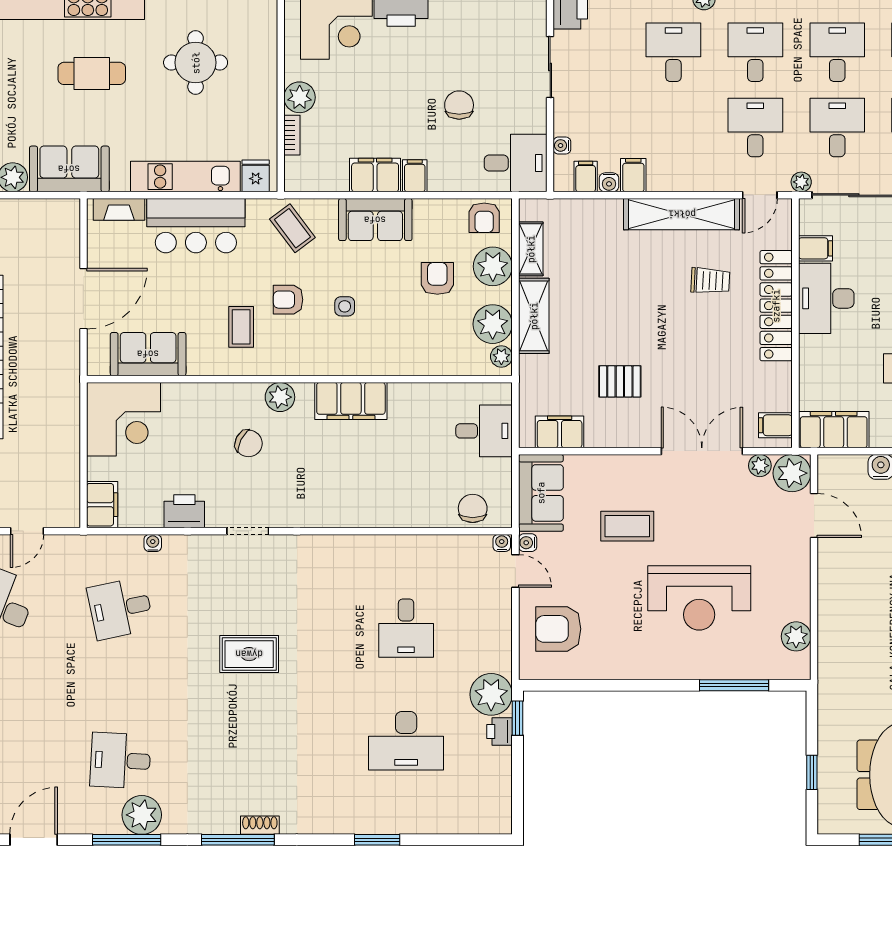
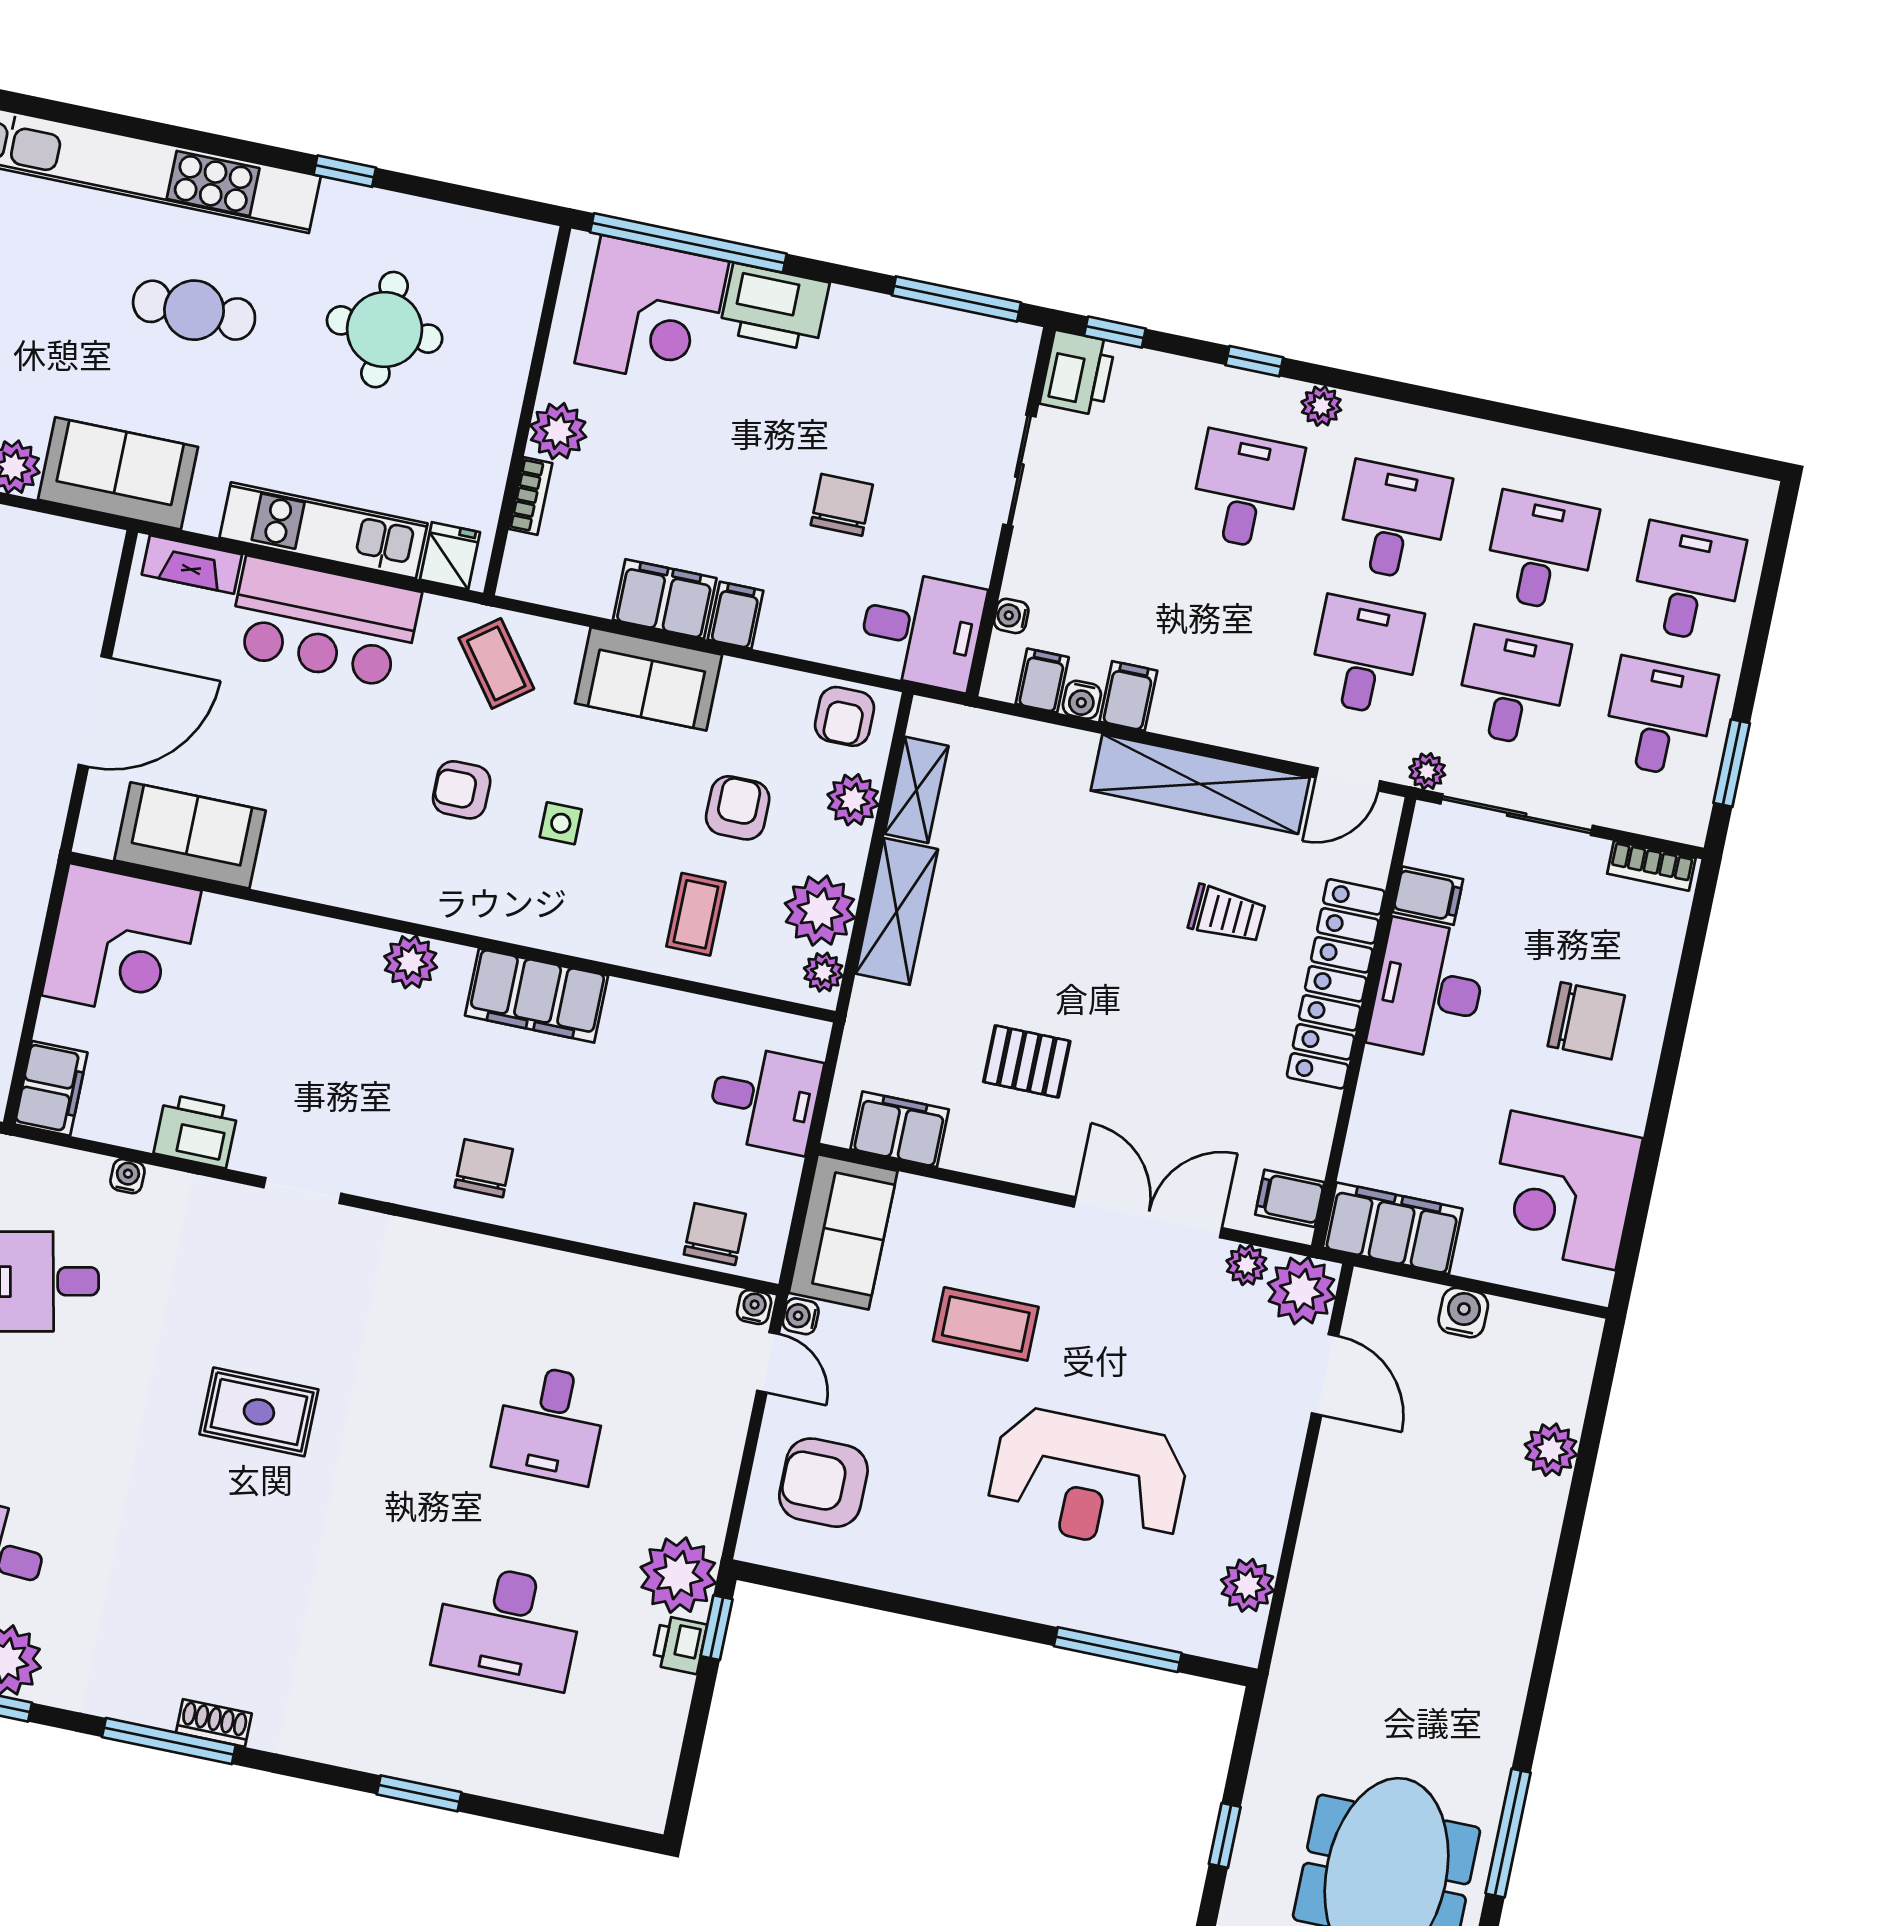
plant: (493, 266) -> (853, 800), width x0.73, depth x0.73
coffee table: (241, 327) -> (696, 914), moved
chair: (249, 443) -> (484, 1168), moved, turned -117

